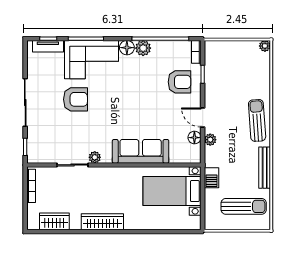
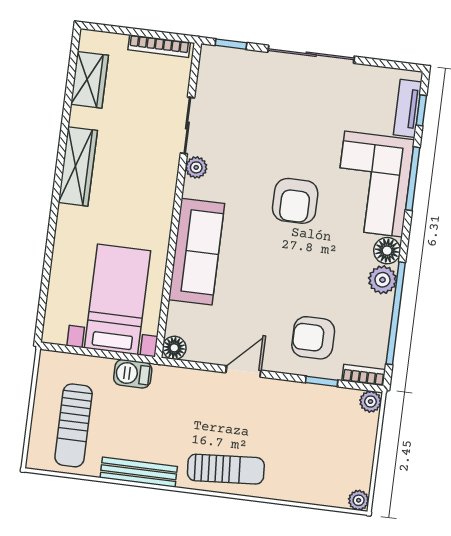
armchair: (179, 82) -> (313, 338), turned 90
armchair: (75, 99) -> (295, 201), moved
floor lamp: (194, 138) -> (174, 348), moved
plant: (210, 140) -> (370, 402), moved

